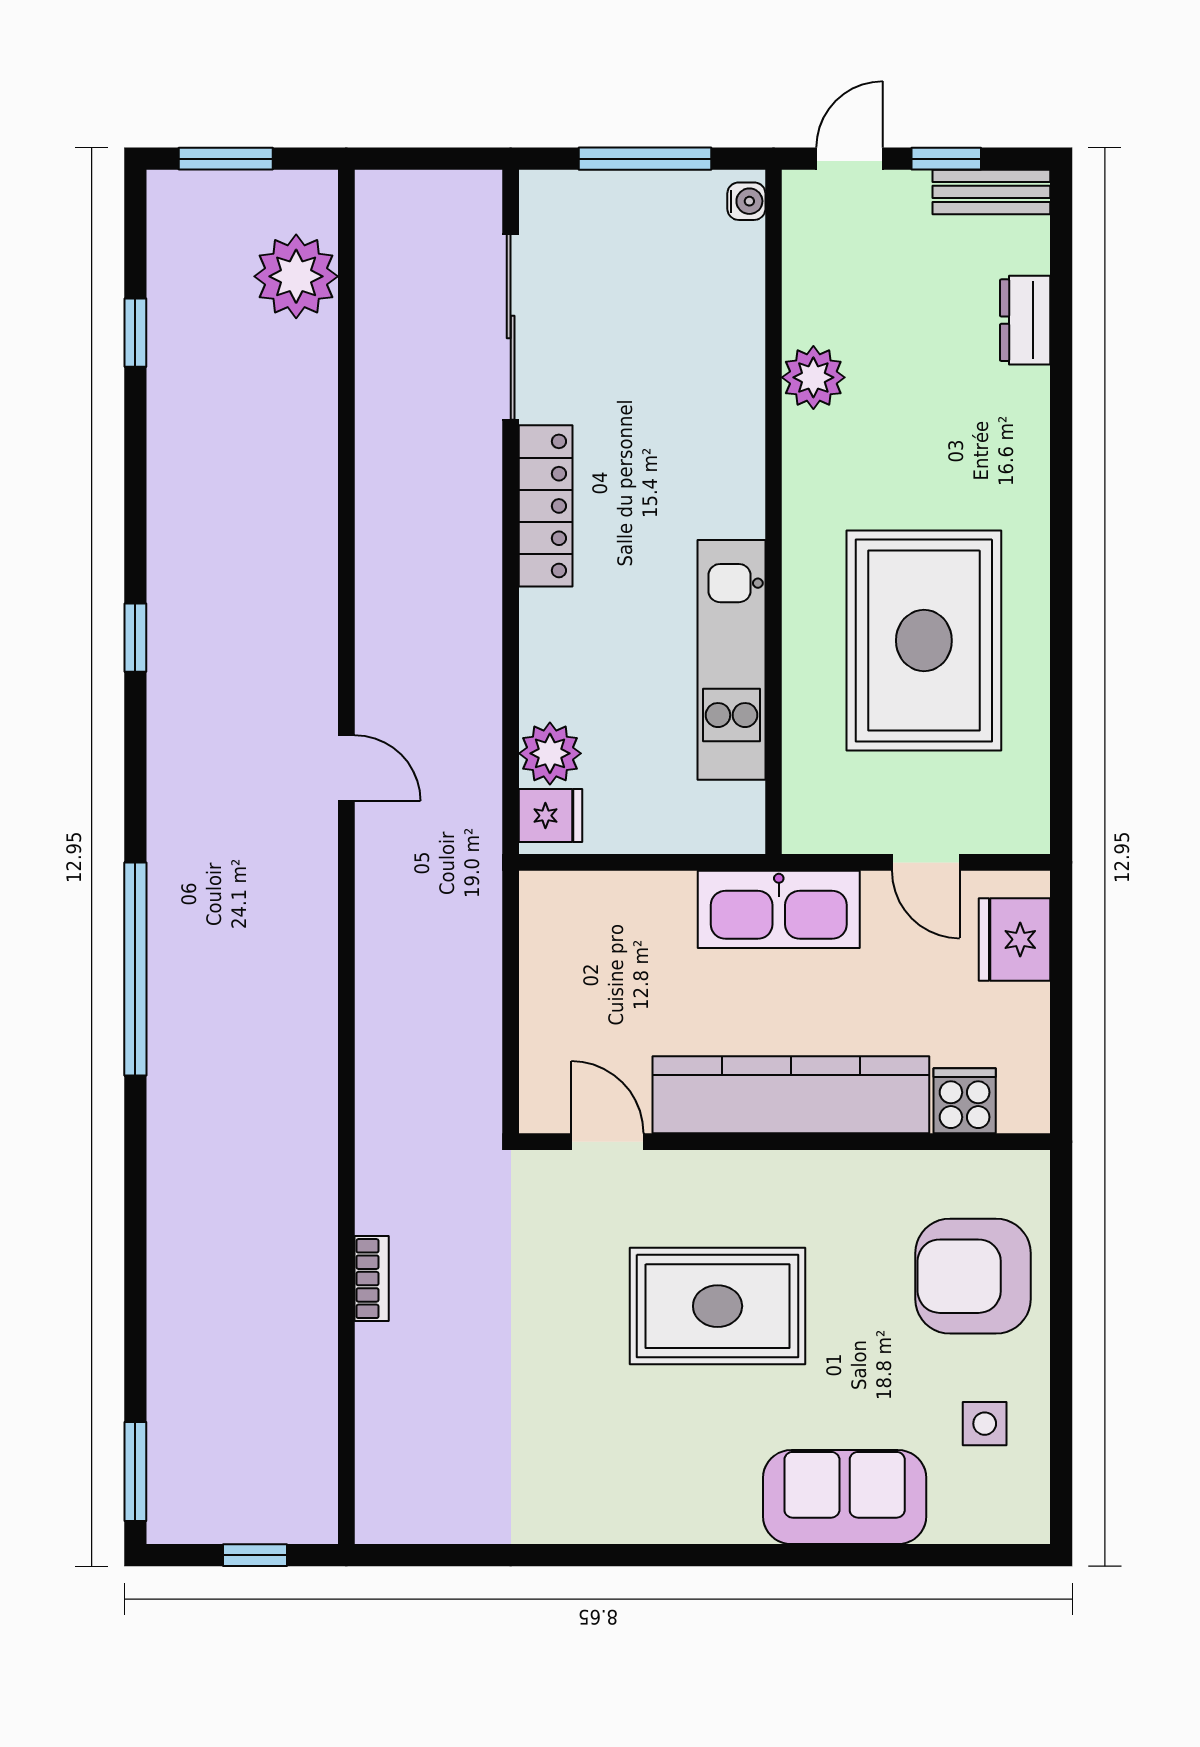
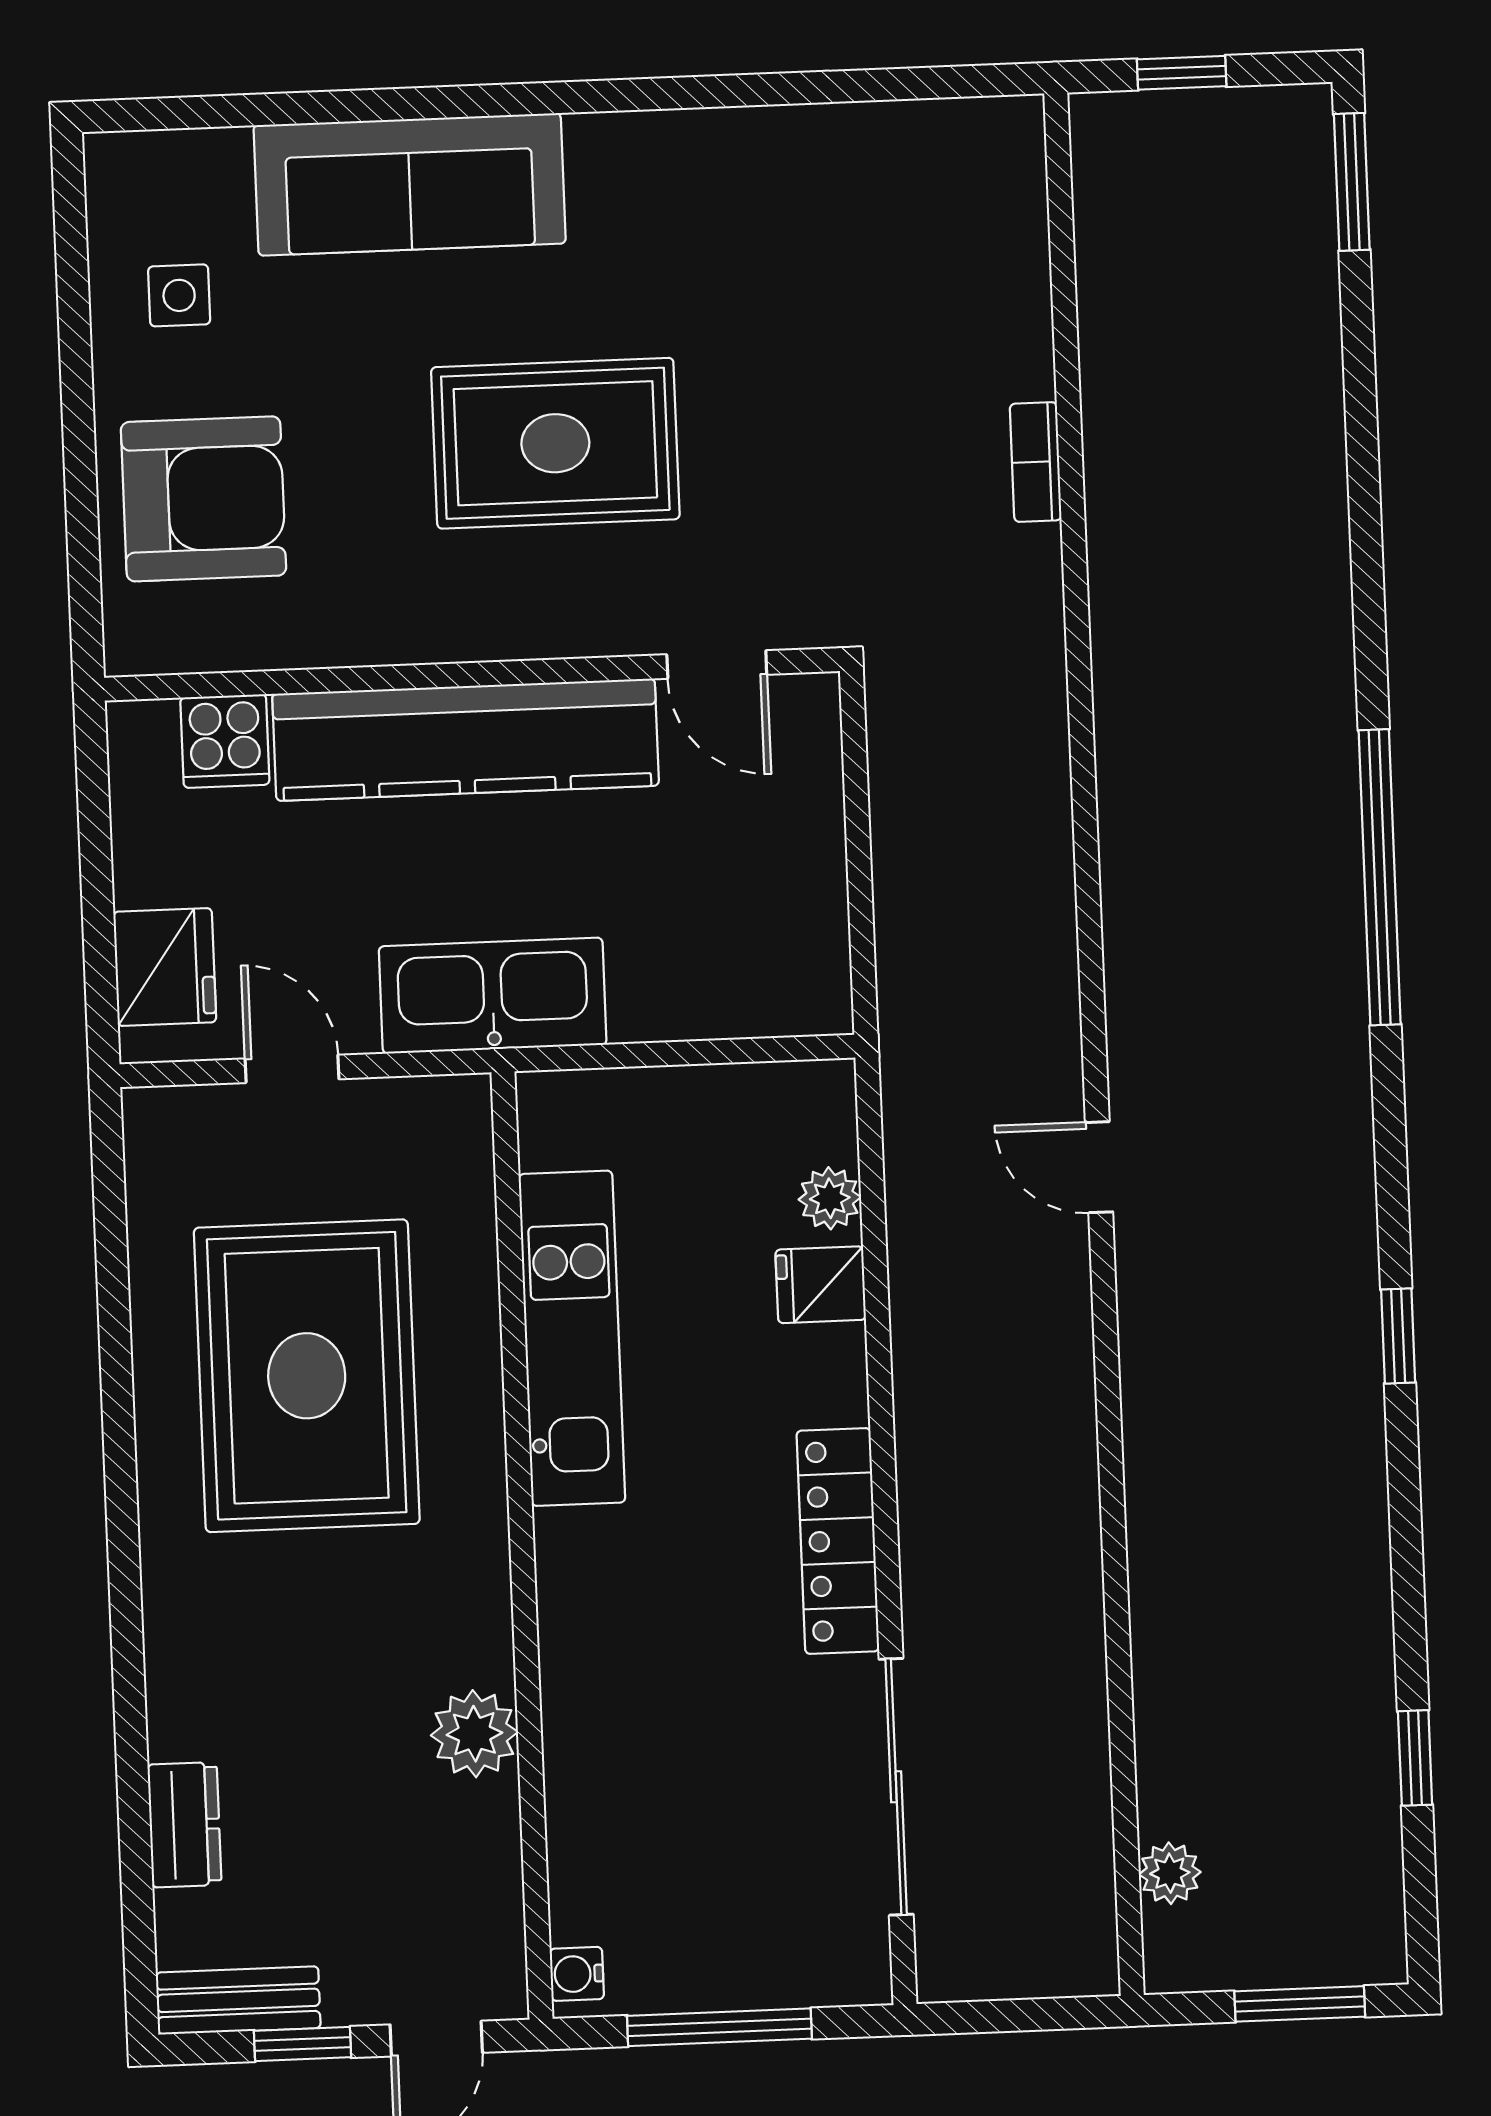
plant: (296, 276) -> (1170, 1873), width x0.53, depth x0.53
plant: (550, 753) -> (830, 1198), width x0.73, depth x0.73
fridge: (551, 816) -> (821, 1285), moved
sofa: (845, 1497) -> (410, 184), width x1.36

